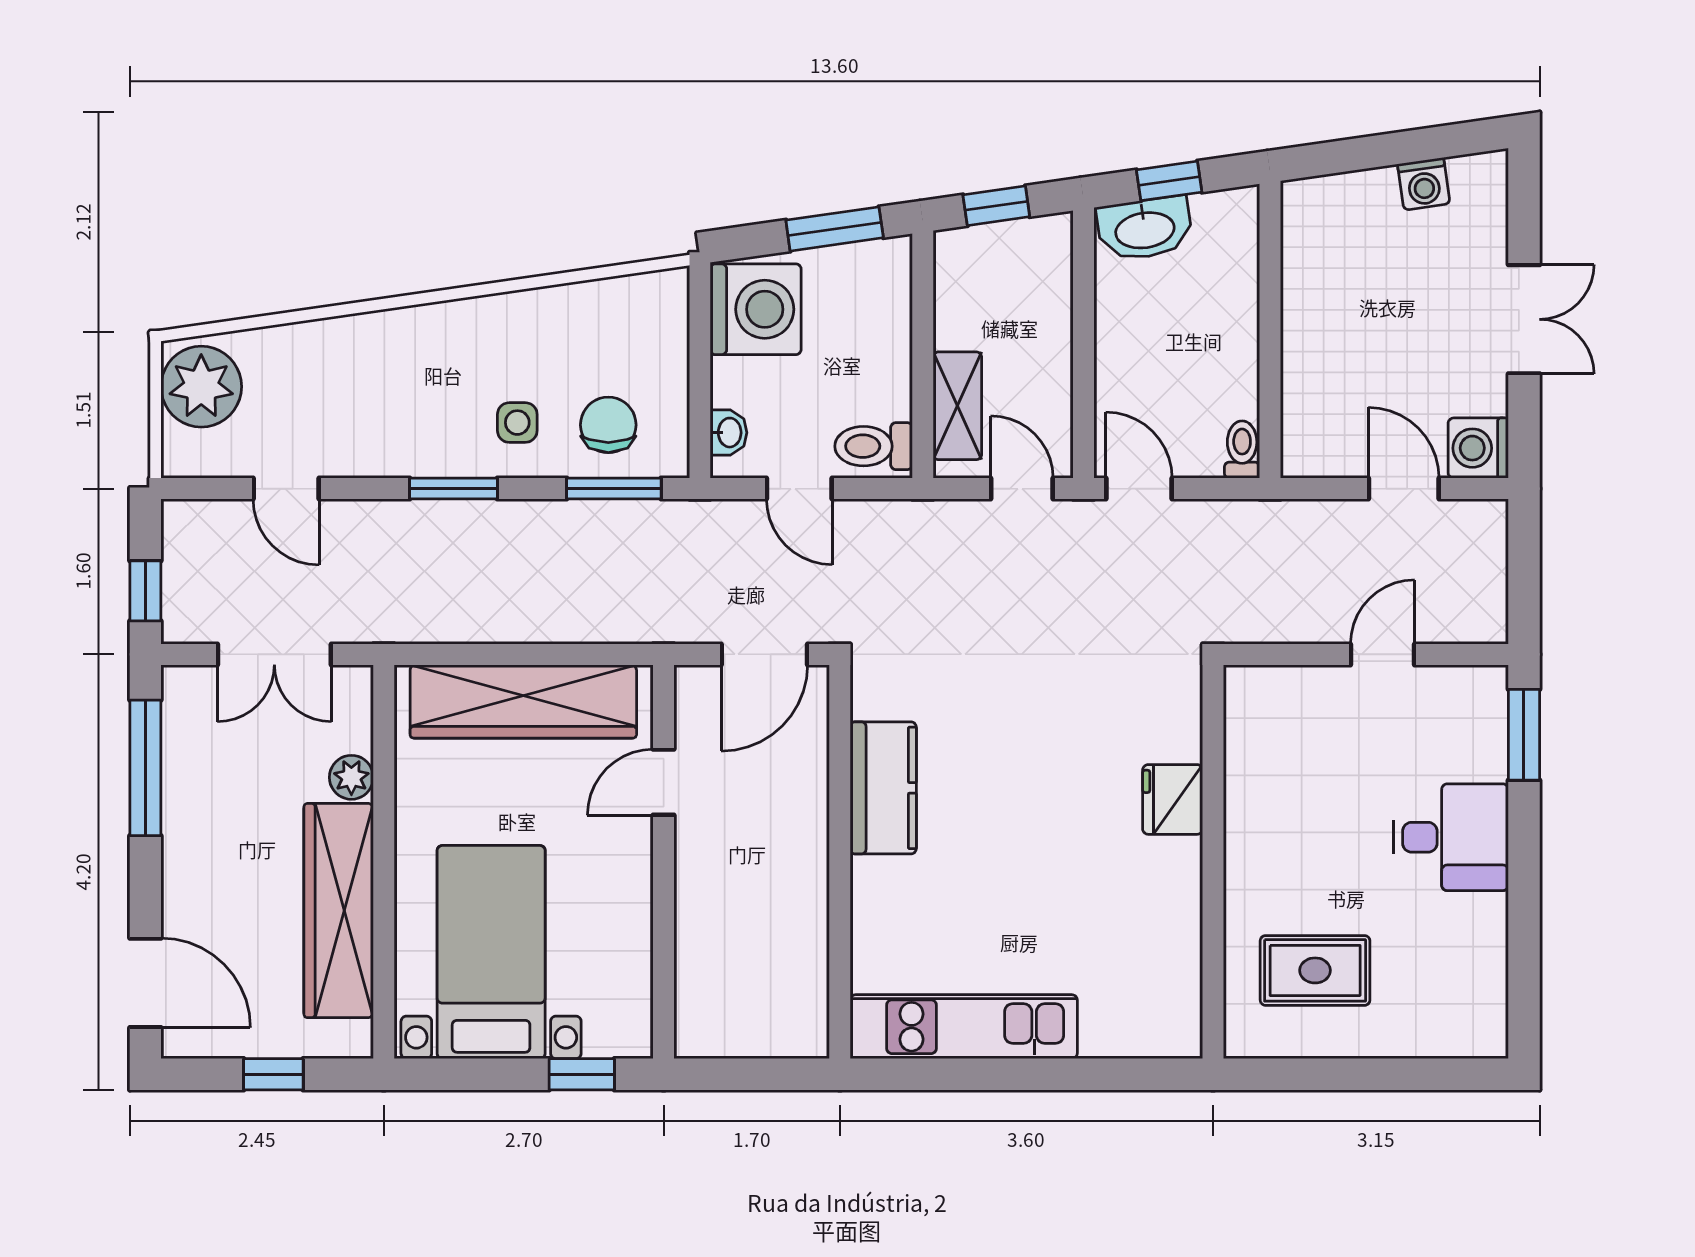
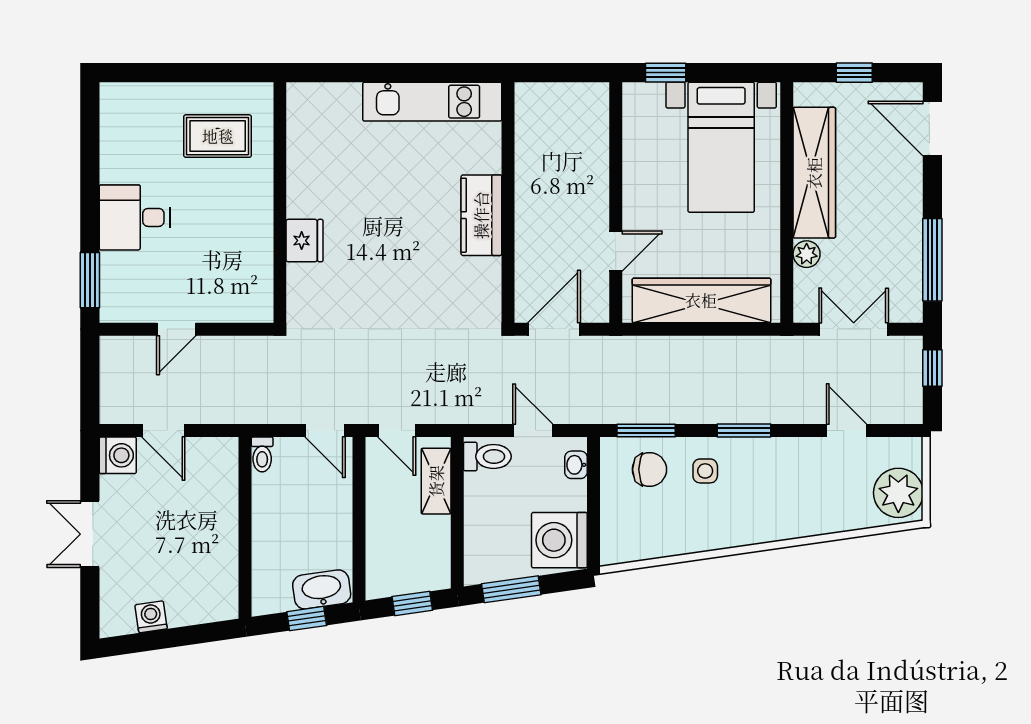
chair: (608, 425) -> (650, 469), turned -90
kitchen counter: (883, 788) -> (481, 215), moved

